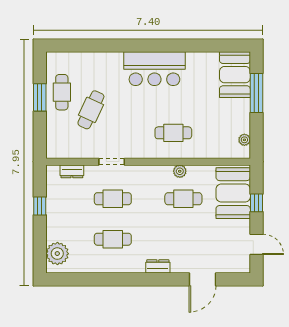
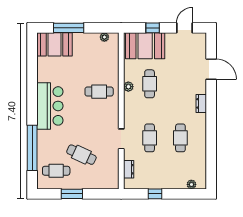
window: (100, 46) -> (32, 148), added
cafe table: (62, 92) -> (56, 171), moved
cafe table: (173, 133) -> (99, 92), turned 90
plant: (57, 254) -> (191, 184), width x0.53, depth x0.53

